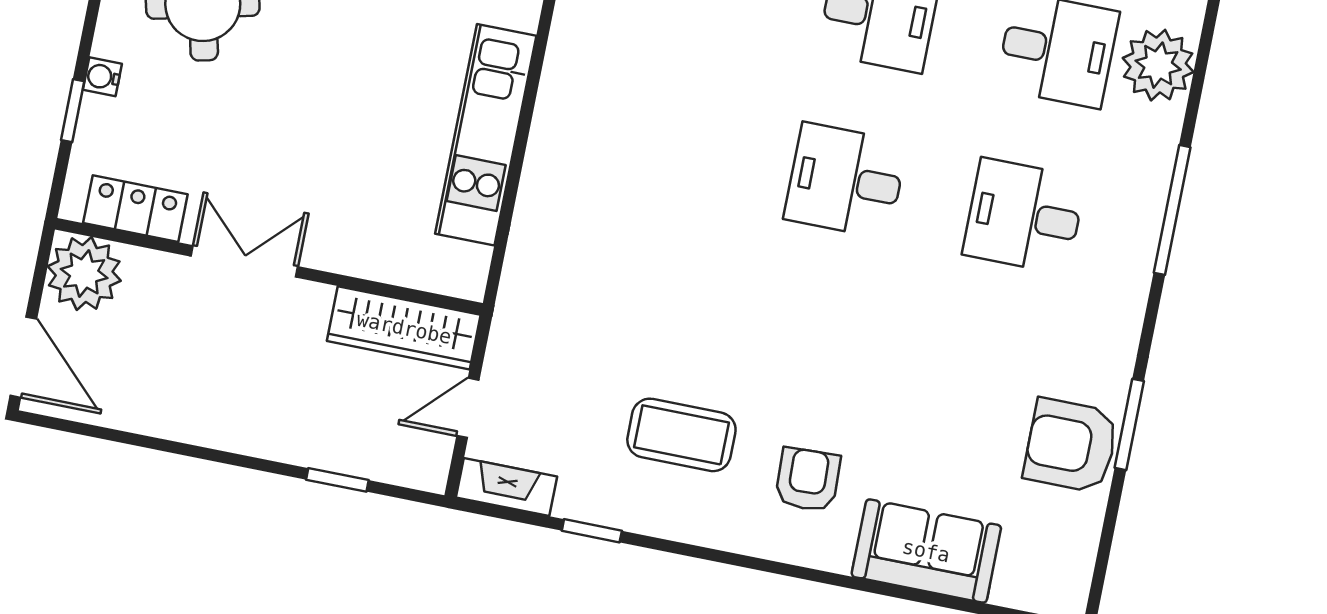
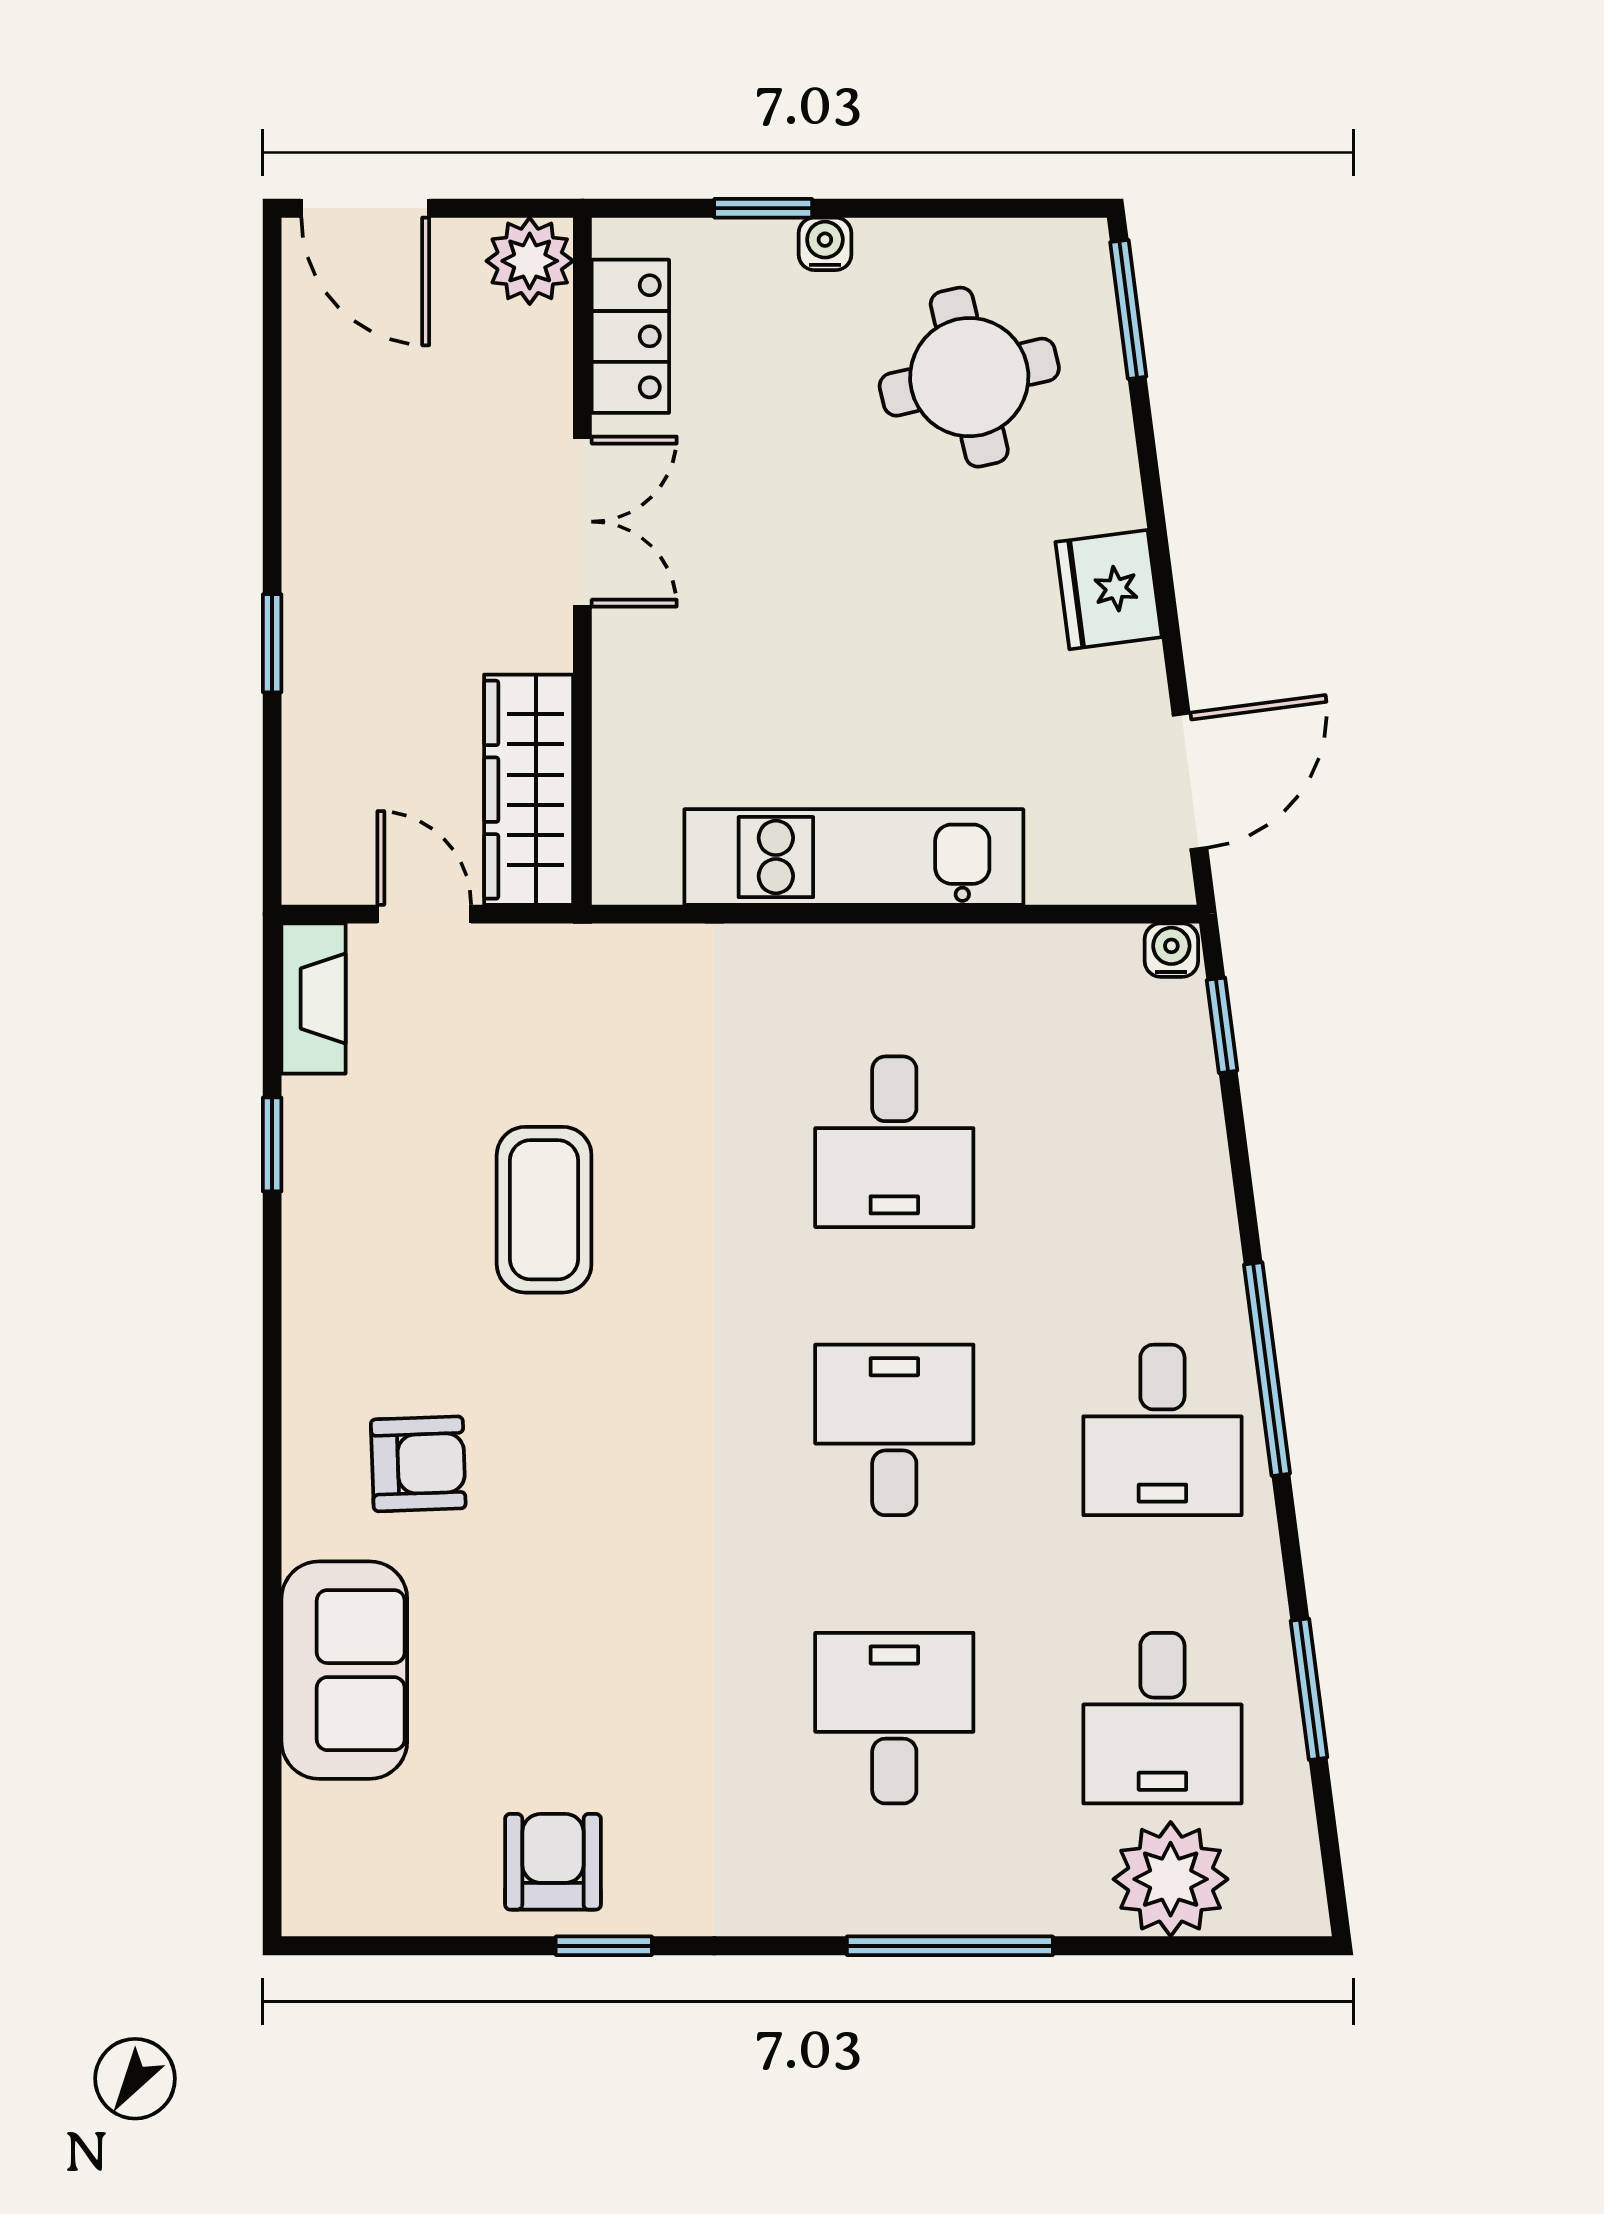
desk: (667, 145) -> (894, 1142), added
plant: (84, 273) -> (530, 261), width x0.73, depth x0.73
door: (23, 357) -> (365, 208), hinge flipped
window: (1129, 424) -> (604, 1946), width x0.67
coffee table: (681, 435) -> (544, 1210), moved
armchair: (1071, 445) -> (553, 1862), width x0.72, depth x0.72
window: (337, 480) -> (272, 643), moved

